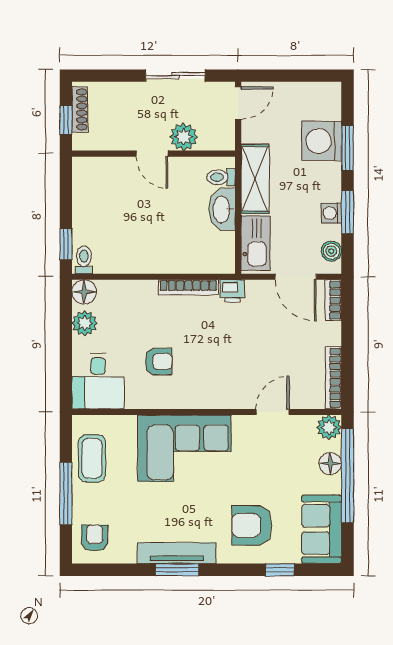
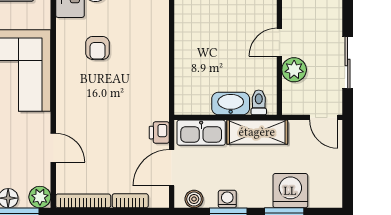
bookcase: (188, 287) -> (162, 74), removed
printer: (232, 291) -> (159, 133), moved
bookcase: (333, 300) -> (130, 201), moved

